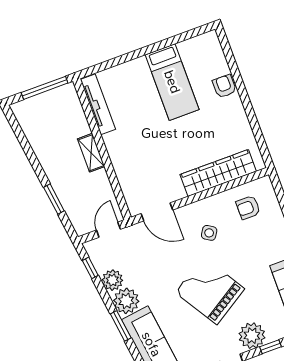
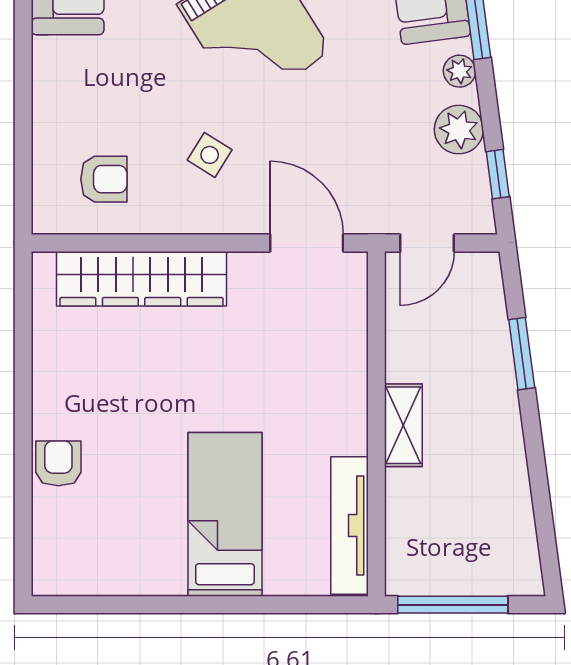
bed: (172, 82) -> (225, 514), moved
armchair: (224, 86) -> (58, 463), turned 180
plant: (126, 301) -> (459, 71), width x0.53, depth x0.53

